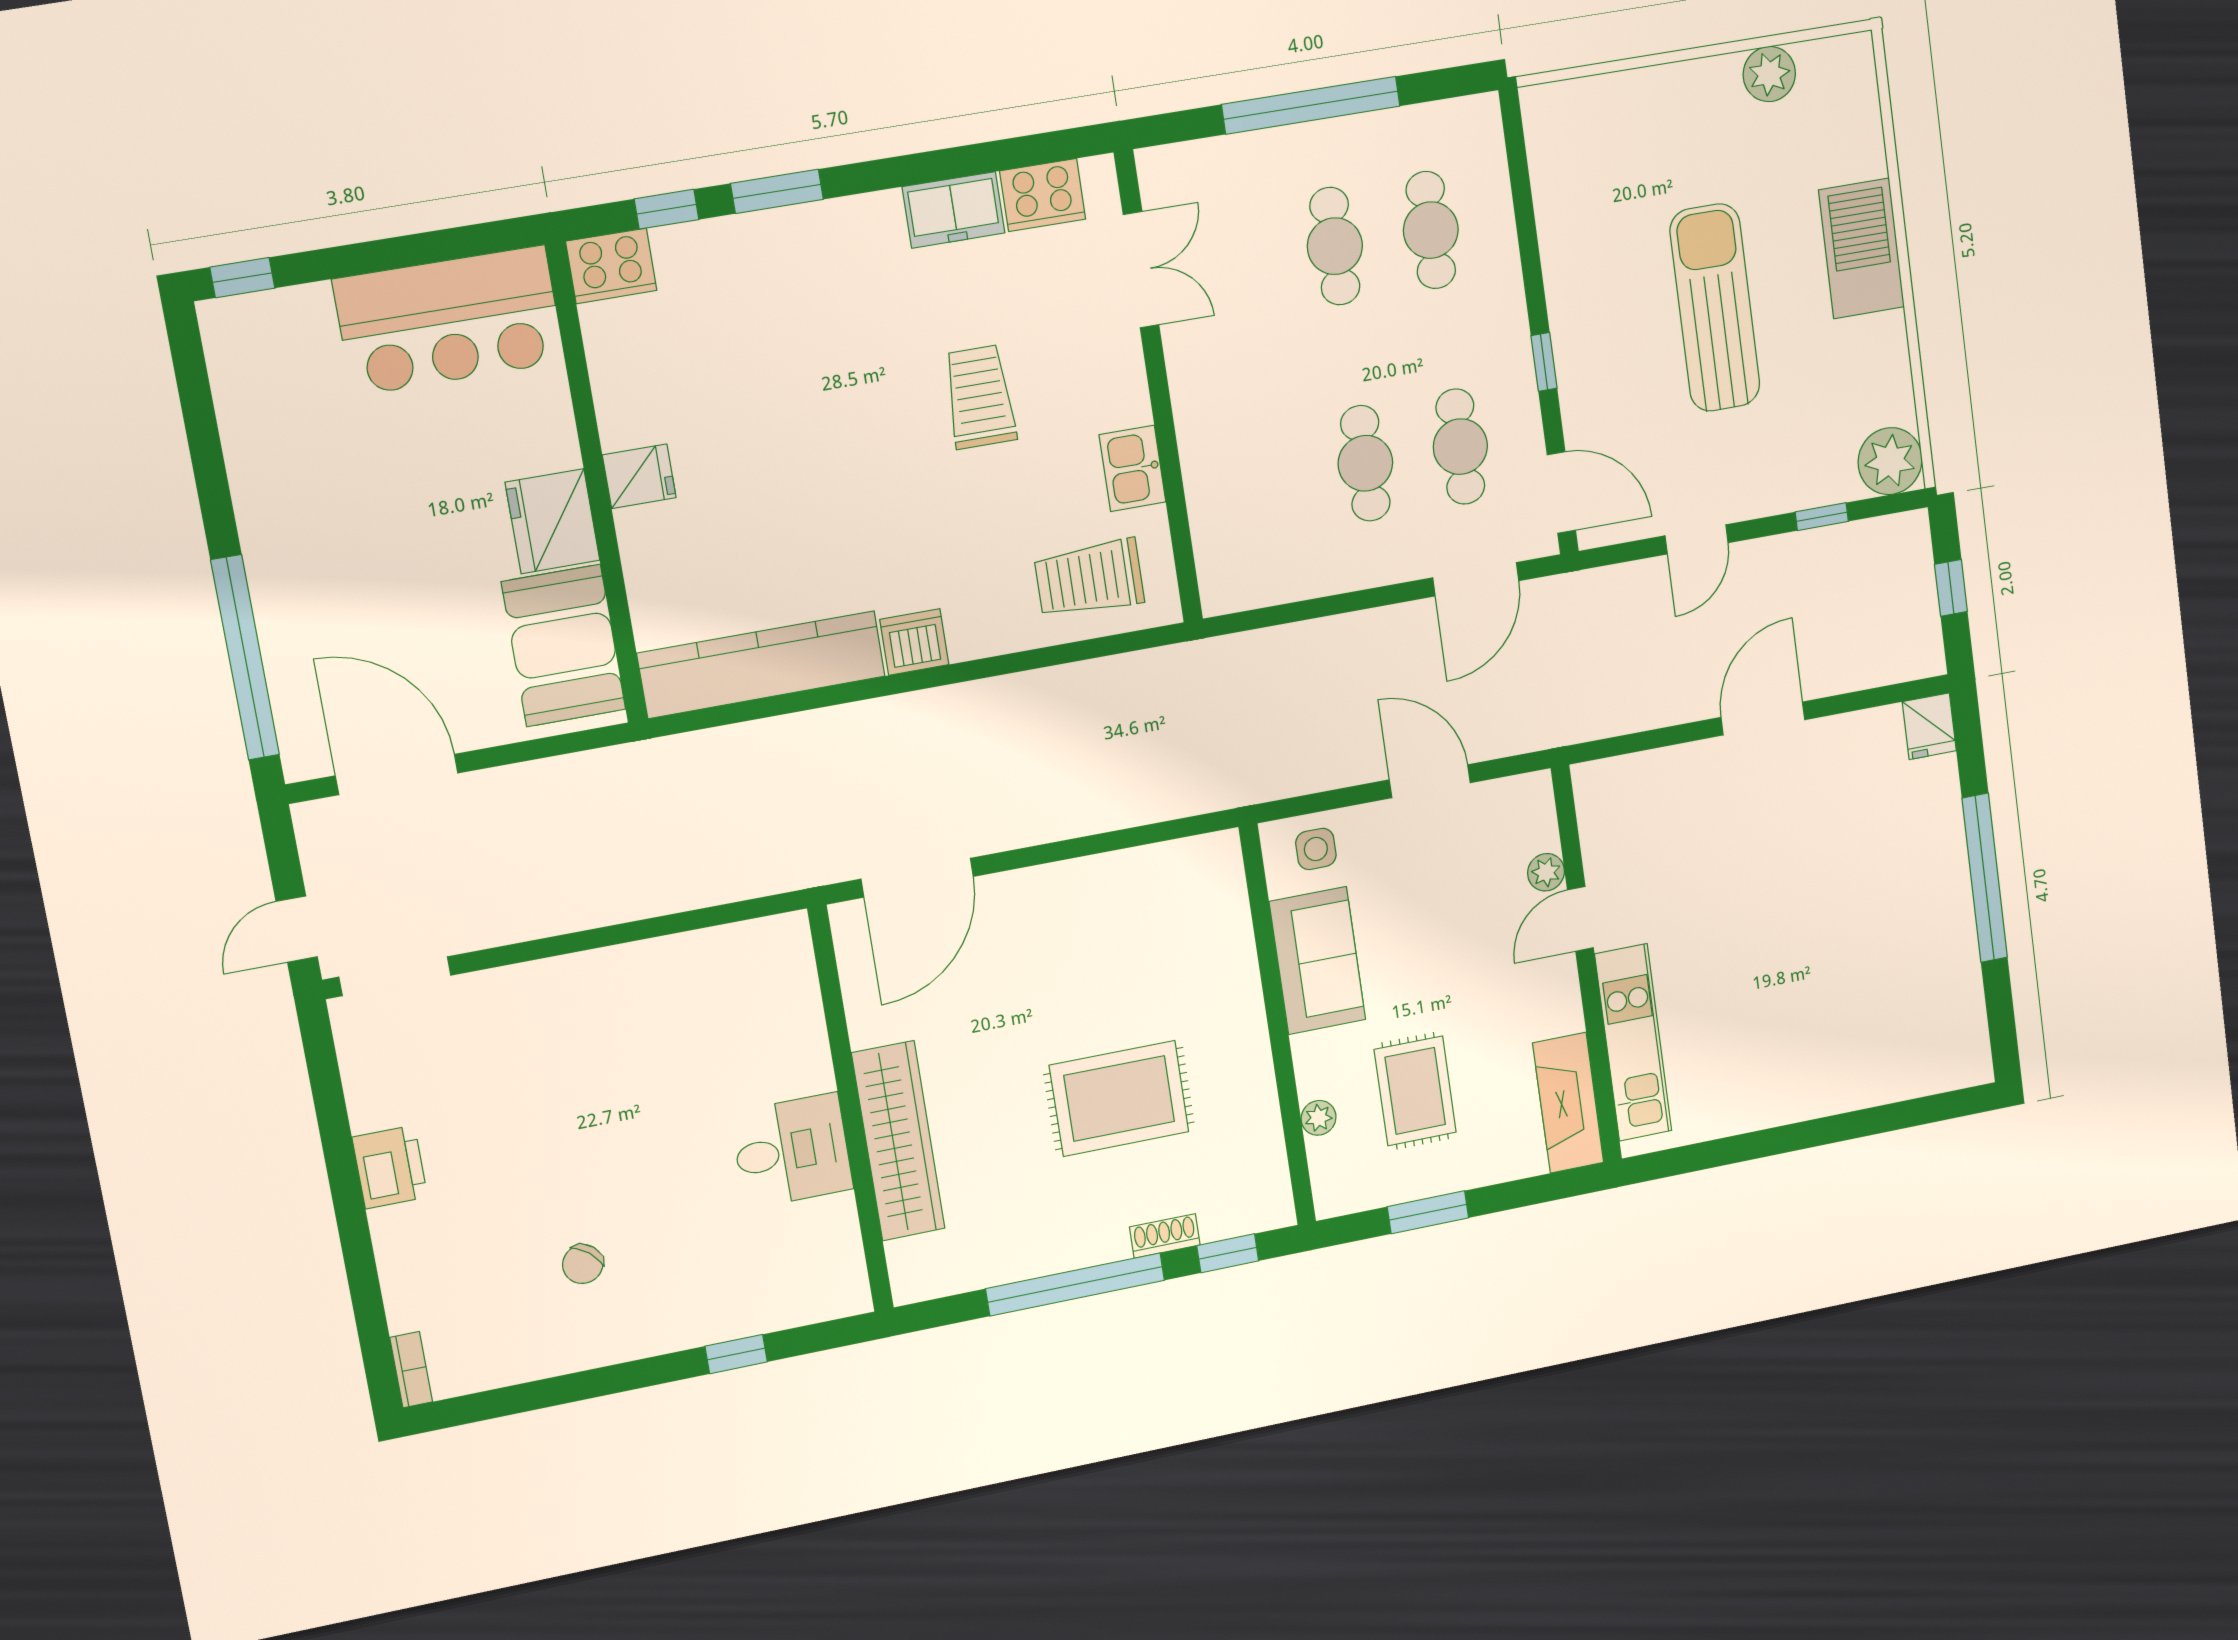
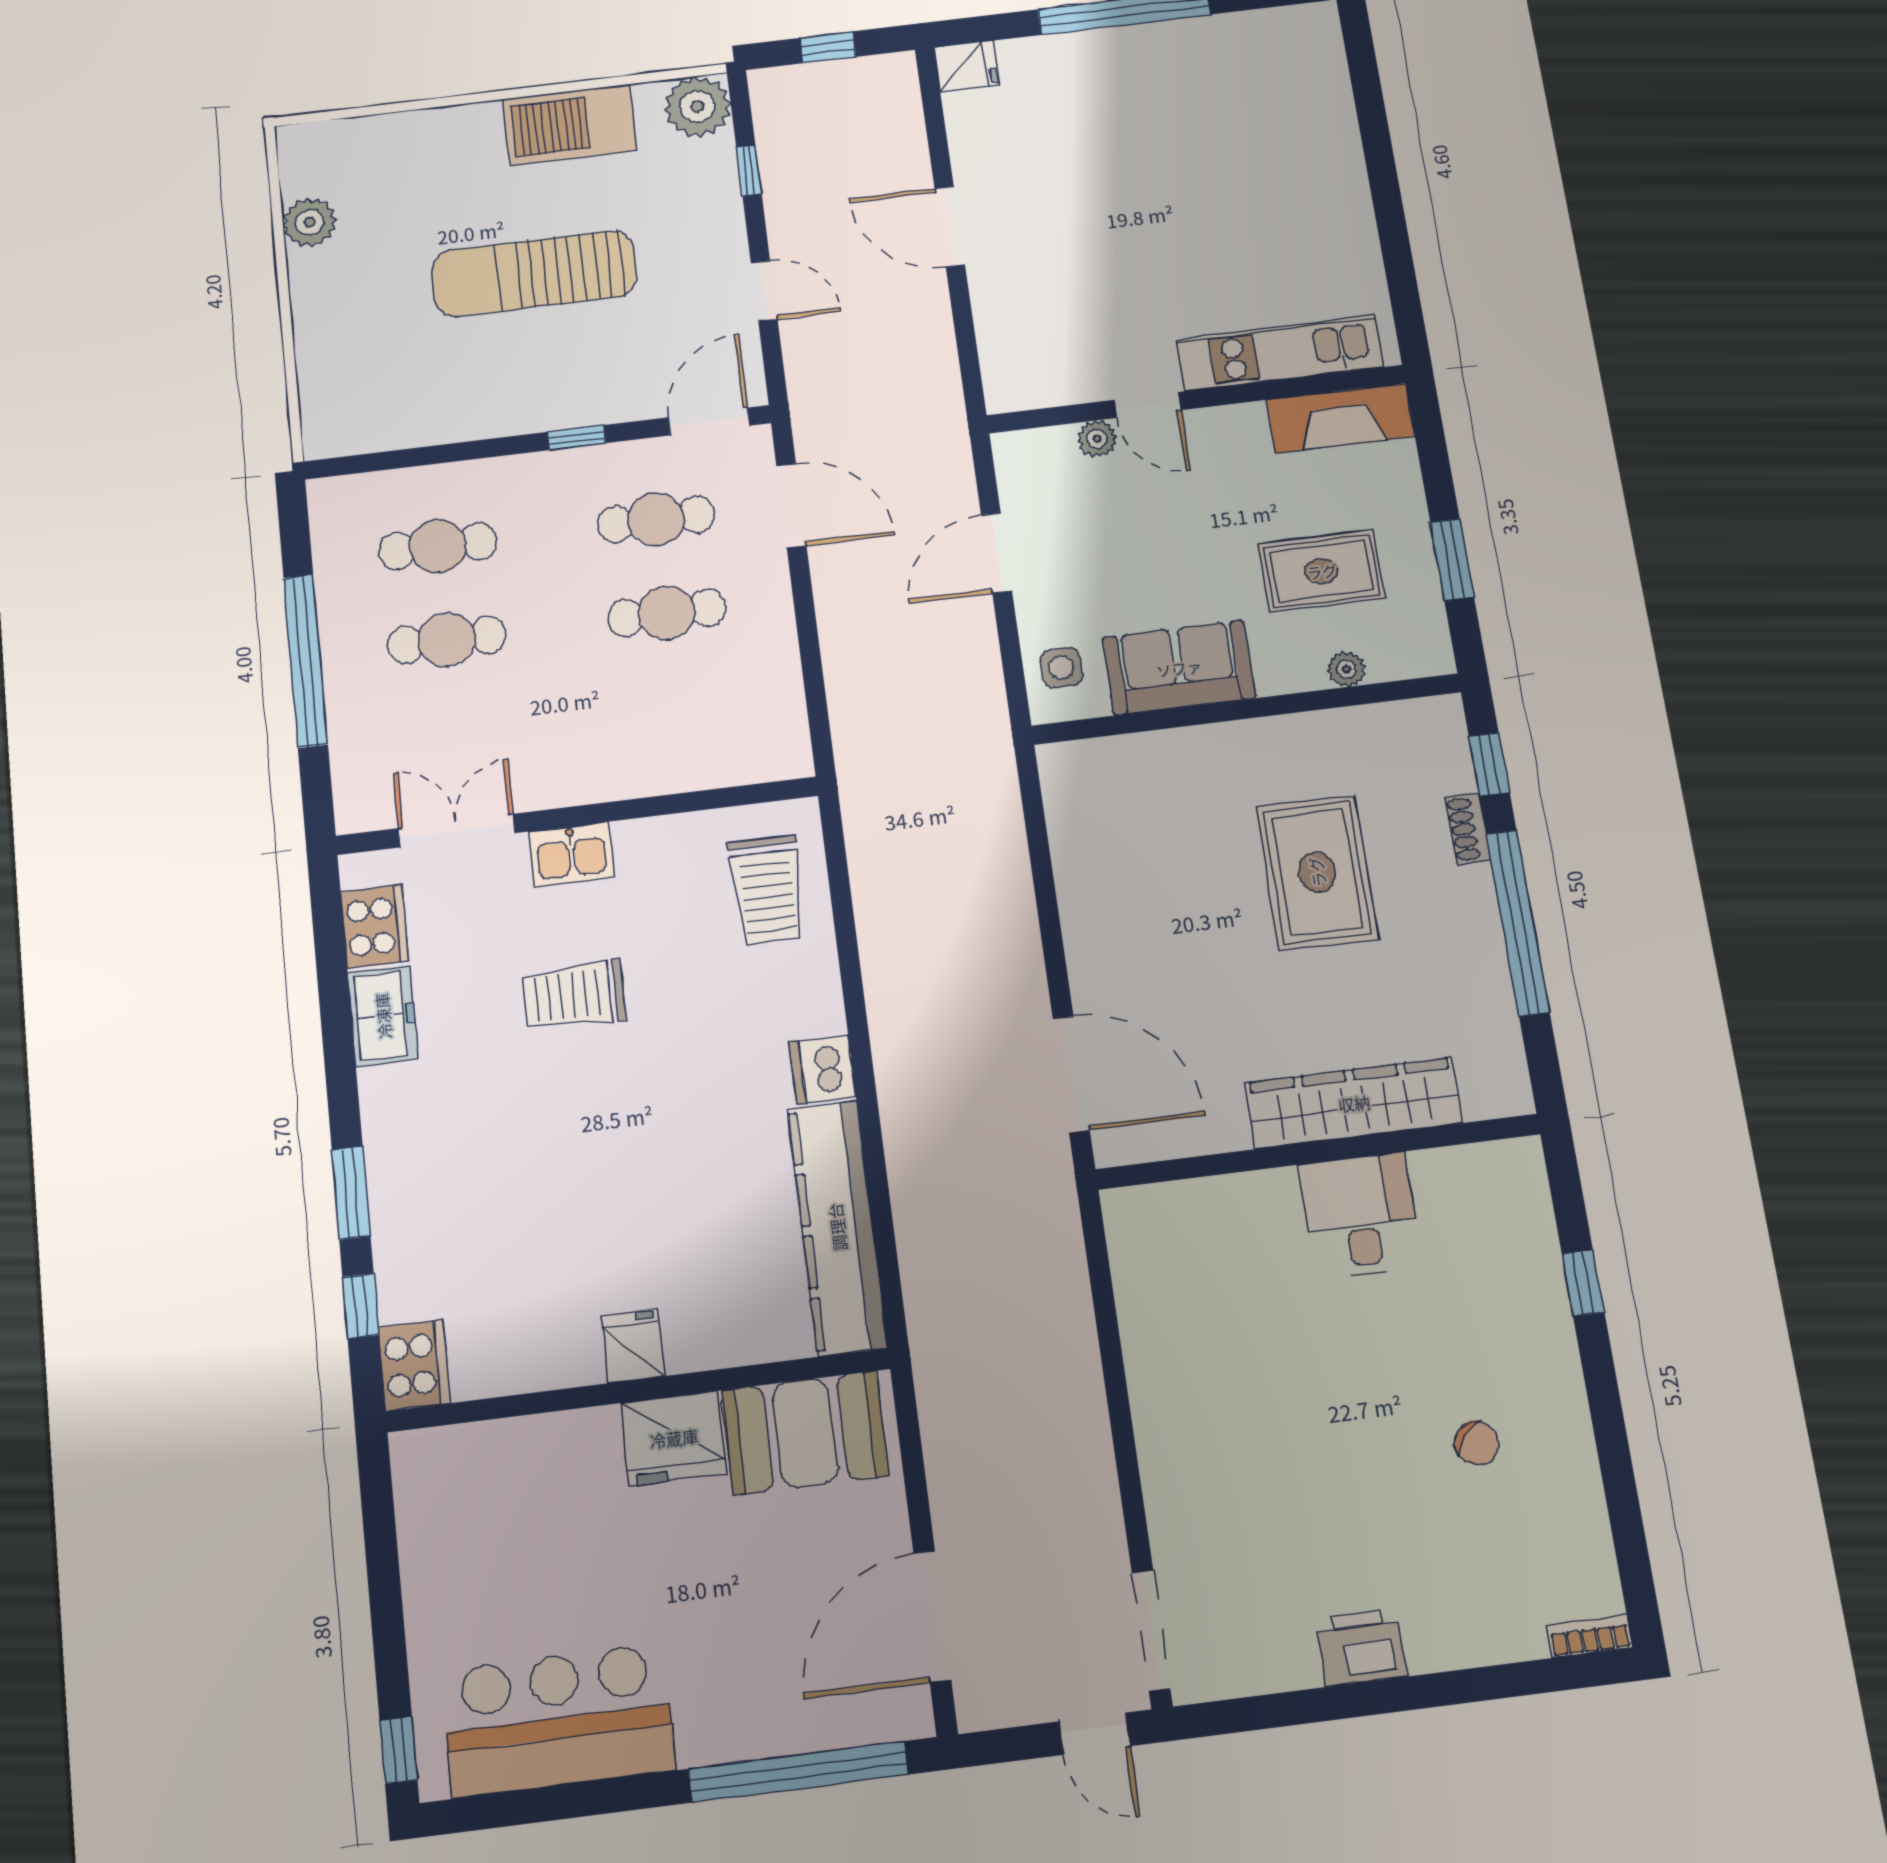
barbecue: (1862, 248) -> (570, 125), moved
bar counter: (449, 321) -> (558, 1720), moved, turned -90
kitchen sink: (1132, 468) -> (571, 854), moved

